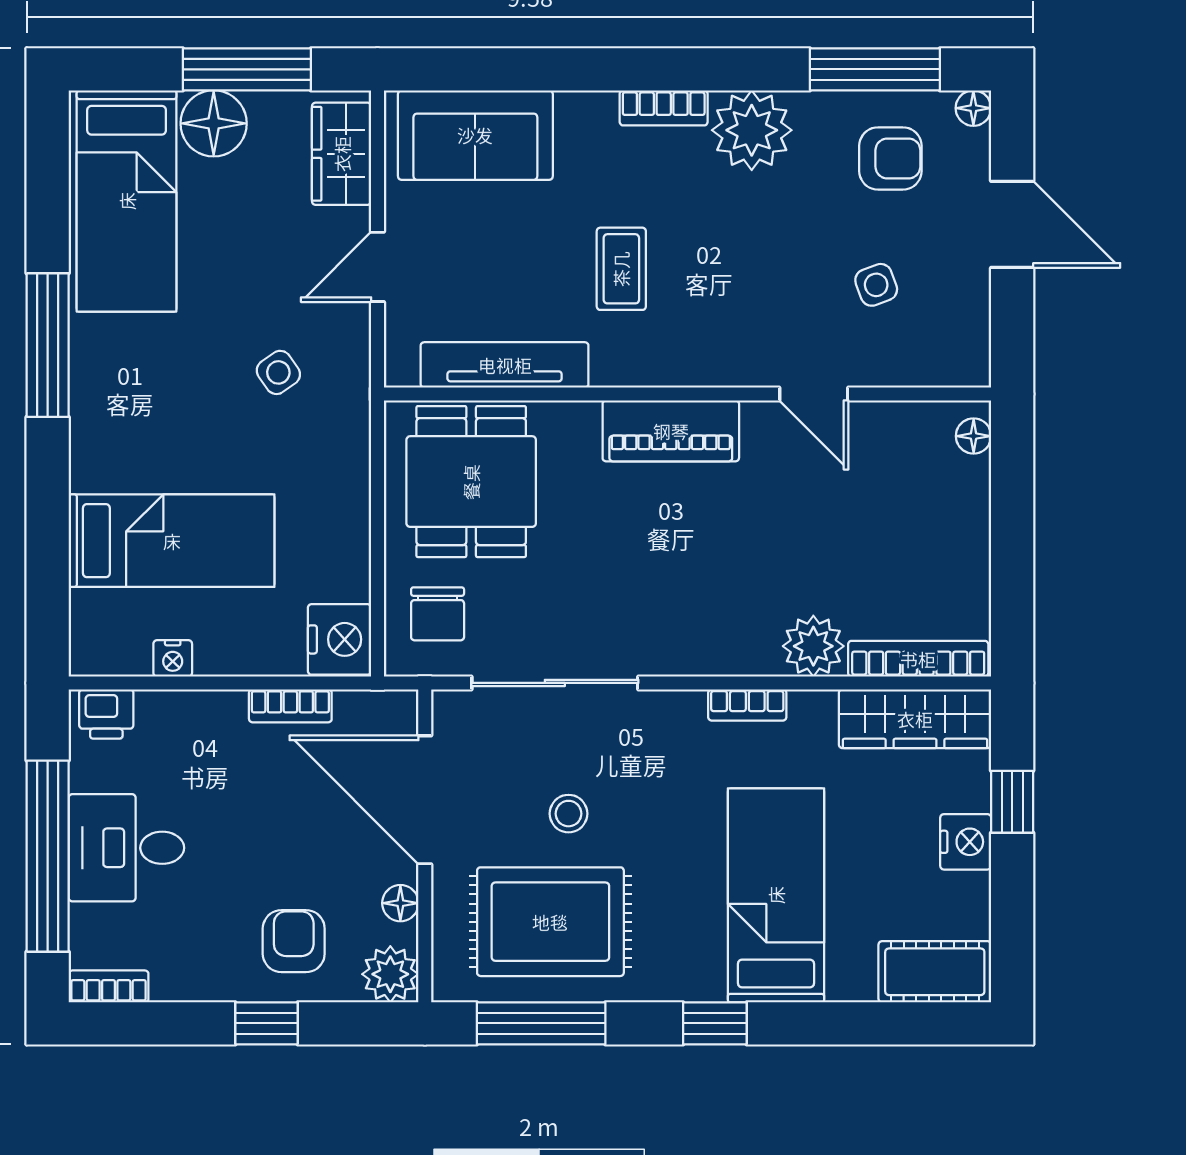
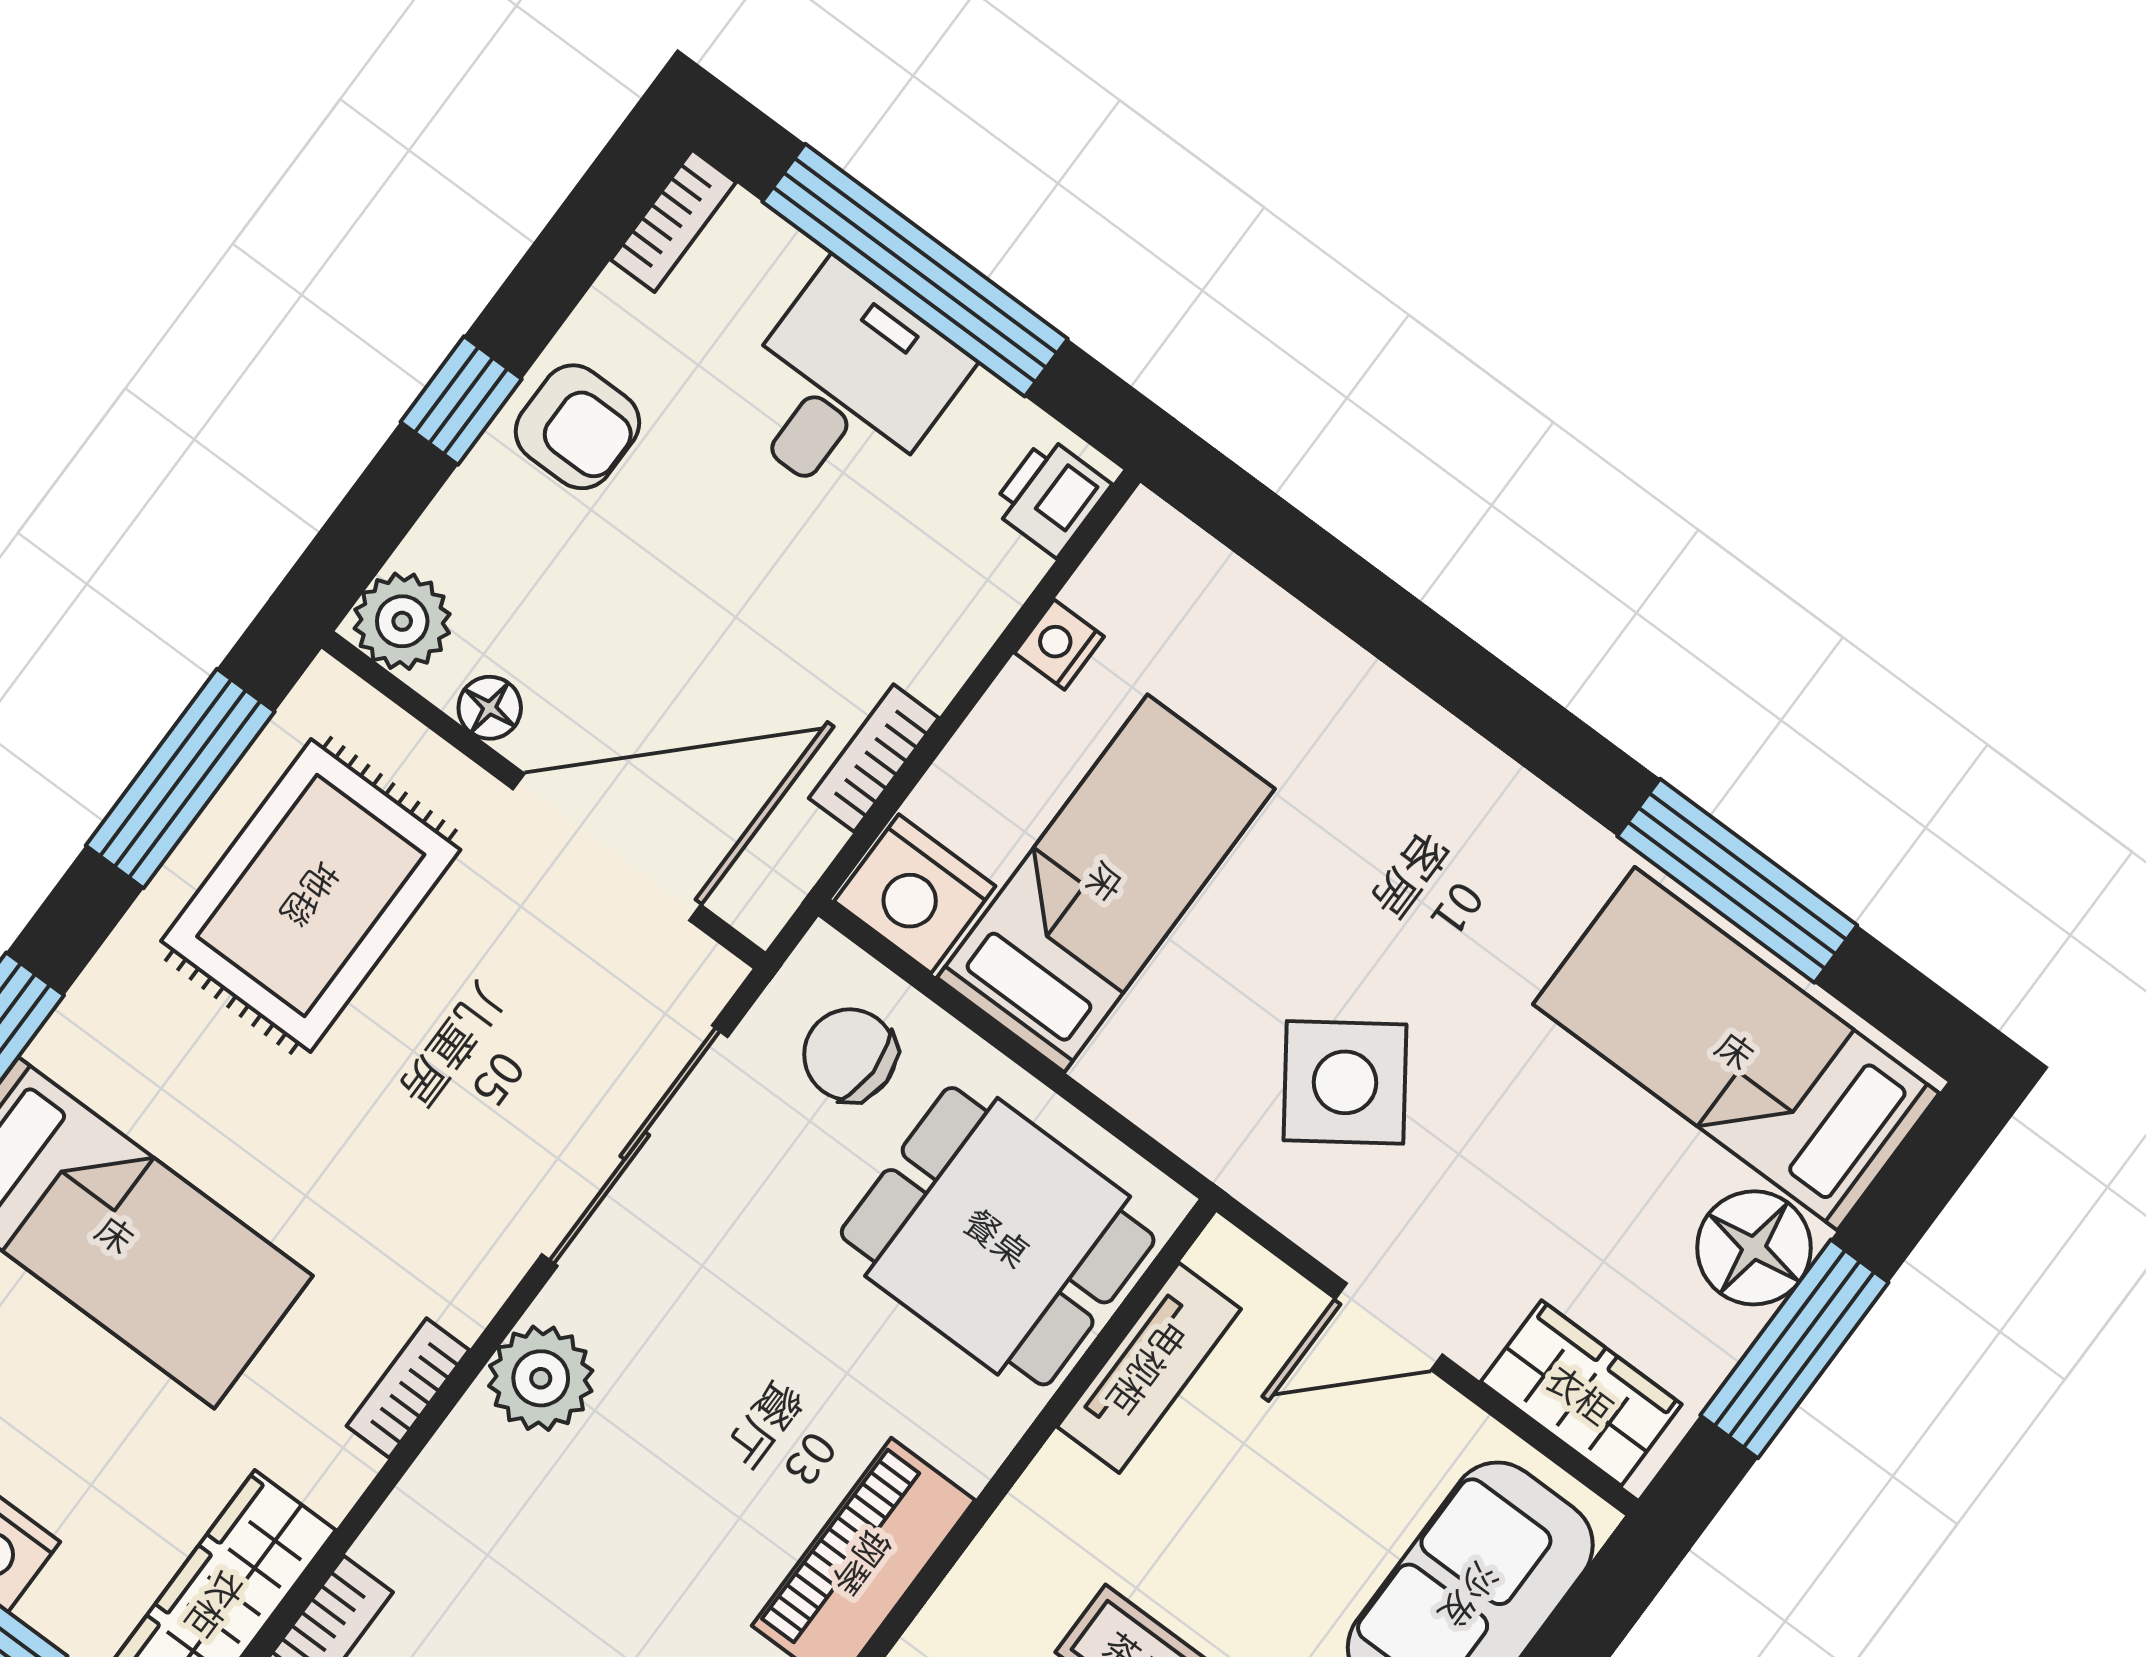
door: (378, 267) -> (1389, 1327), swing flipped
window: (48, 345) -> (1737, 881), moved
tv unit: (505, 365) -> (1149, 1368), width x0.71
side table: (278, 372) -> (1345, 1082), width x1.87, depth x1.87
bed: (172, 541) -> (1106, 883), moved, turned 180
plant: (813, 646) -> (541, 1378), moved
stool: (568, 814) -> (441, 1031), removed
armchair: (294, 941) -> (577, 427), moved

